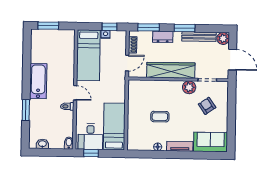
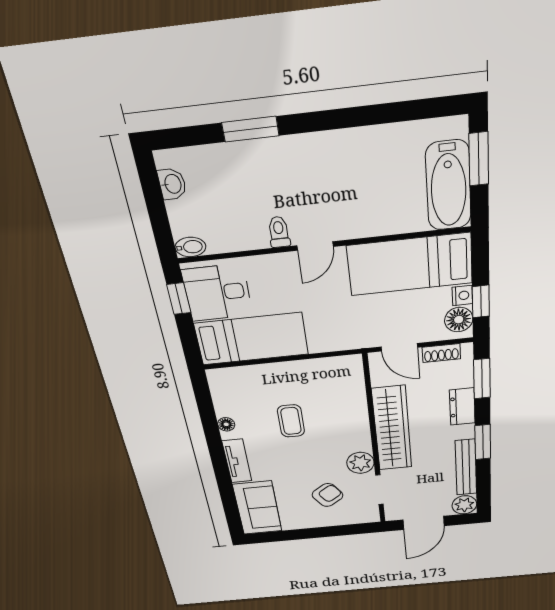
floor lamp: (117, 36) -> (459, 320), added
bathtub: (38, 81) -> (448, 186), moved, turned 90

